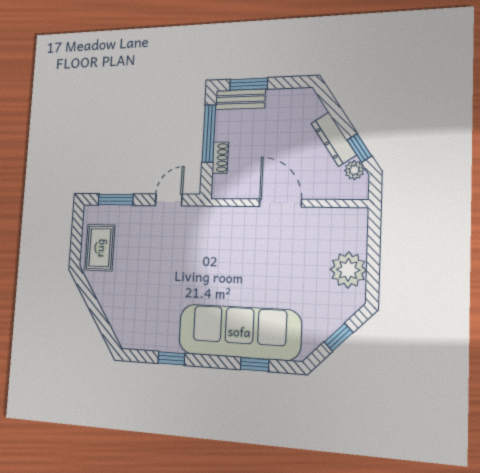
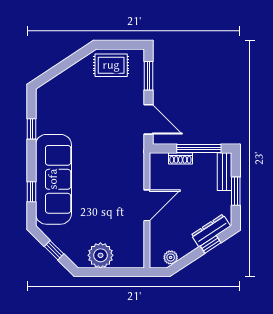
window: (249, 84) -> (236, 191), moved
dresser: (334, 139) -> (211, 230), moved
window: (359, 148) -> (211, 244), moved
door: (169, 200) -> (148, 119), width x1.38

